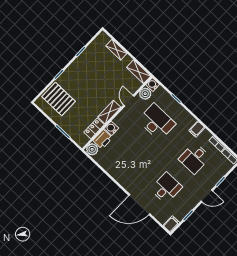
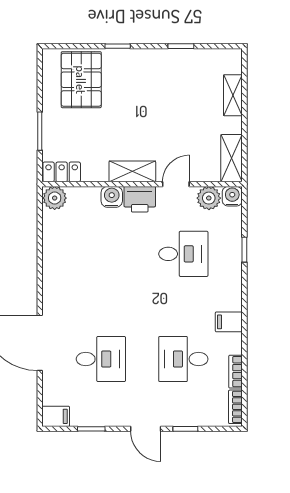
desk: (157, 122) -> (183, 254), width x0.73
locker: (94, 128) -> (62, 172), moved
printer: (103, 139) -> (140, 199), moved

